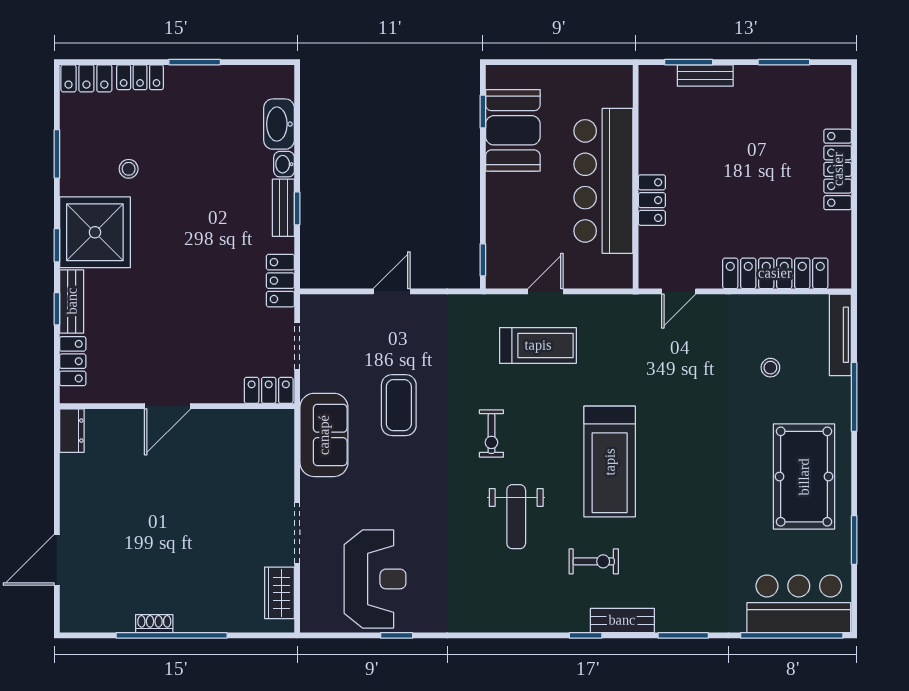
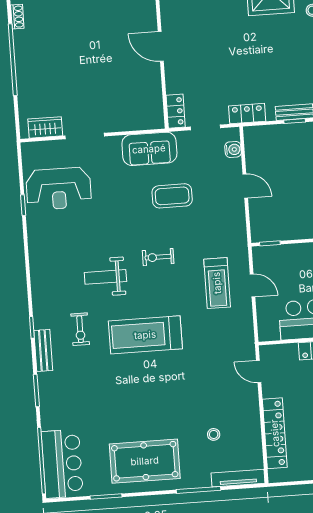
water cooler: (334, 306) -> (233, 150), added
shoe rack: (154, 624) -> (17, 17), moved

